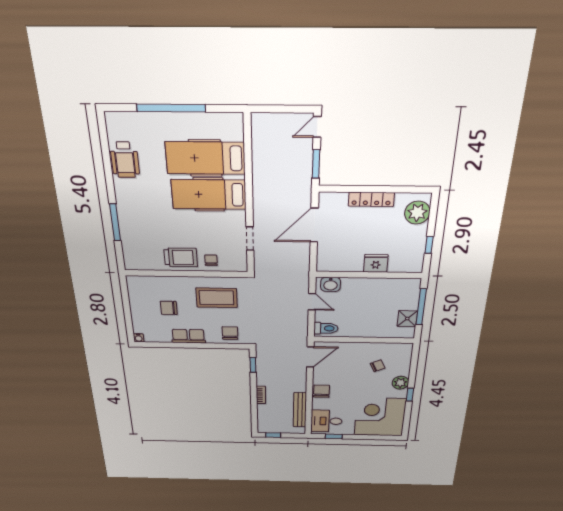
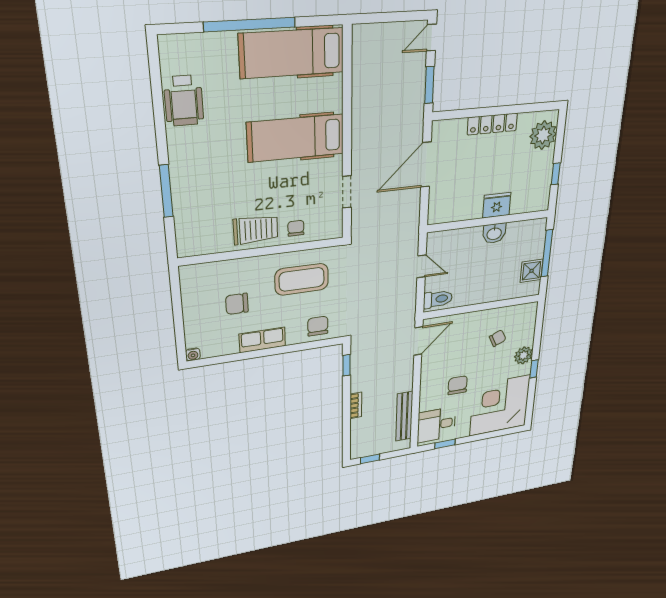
hospital bed: (205, 158) -> (292, 53), moved
washbasin: (331, 284) -> (494, 233), moved
chair: (322, 391) -> (458, 385), moved

